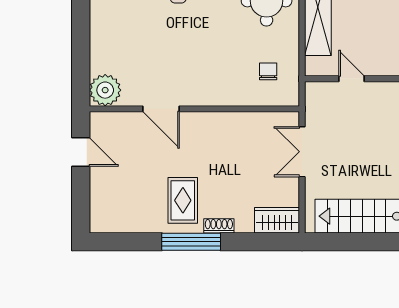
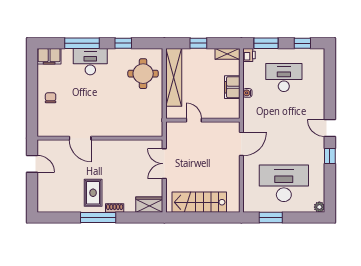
chair: (268, 71) -> (51, 98), moved
plant: (105, 90) -> (47, 127), removed

